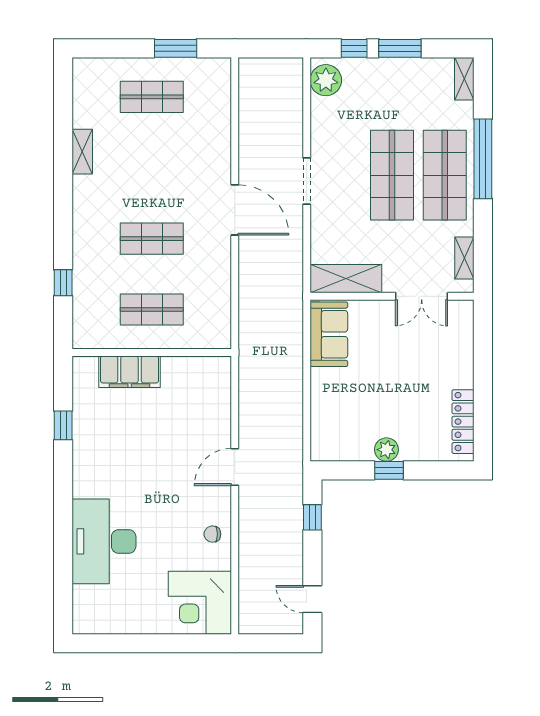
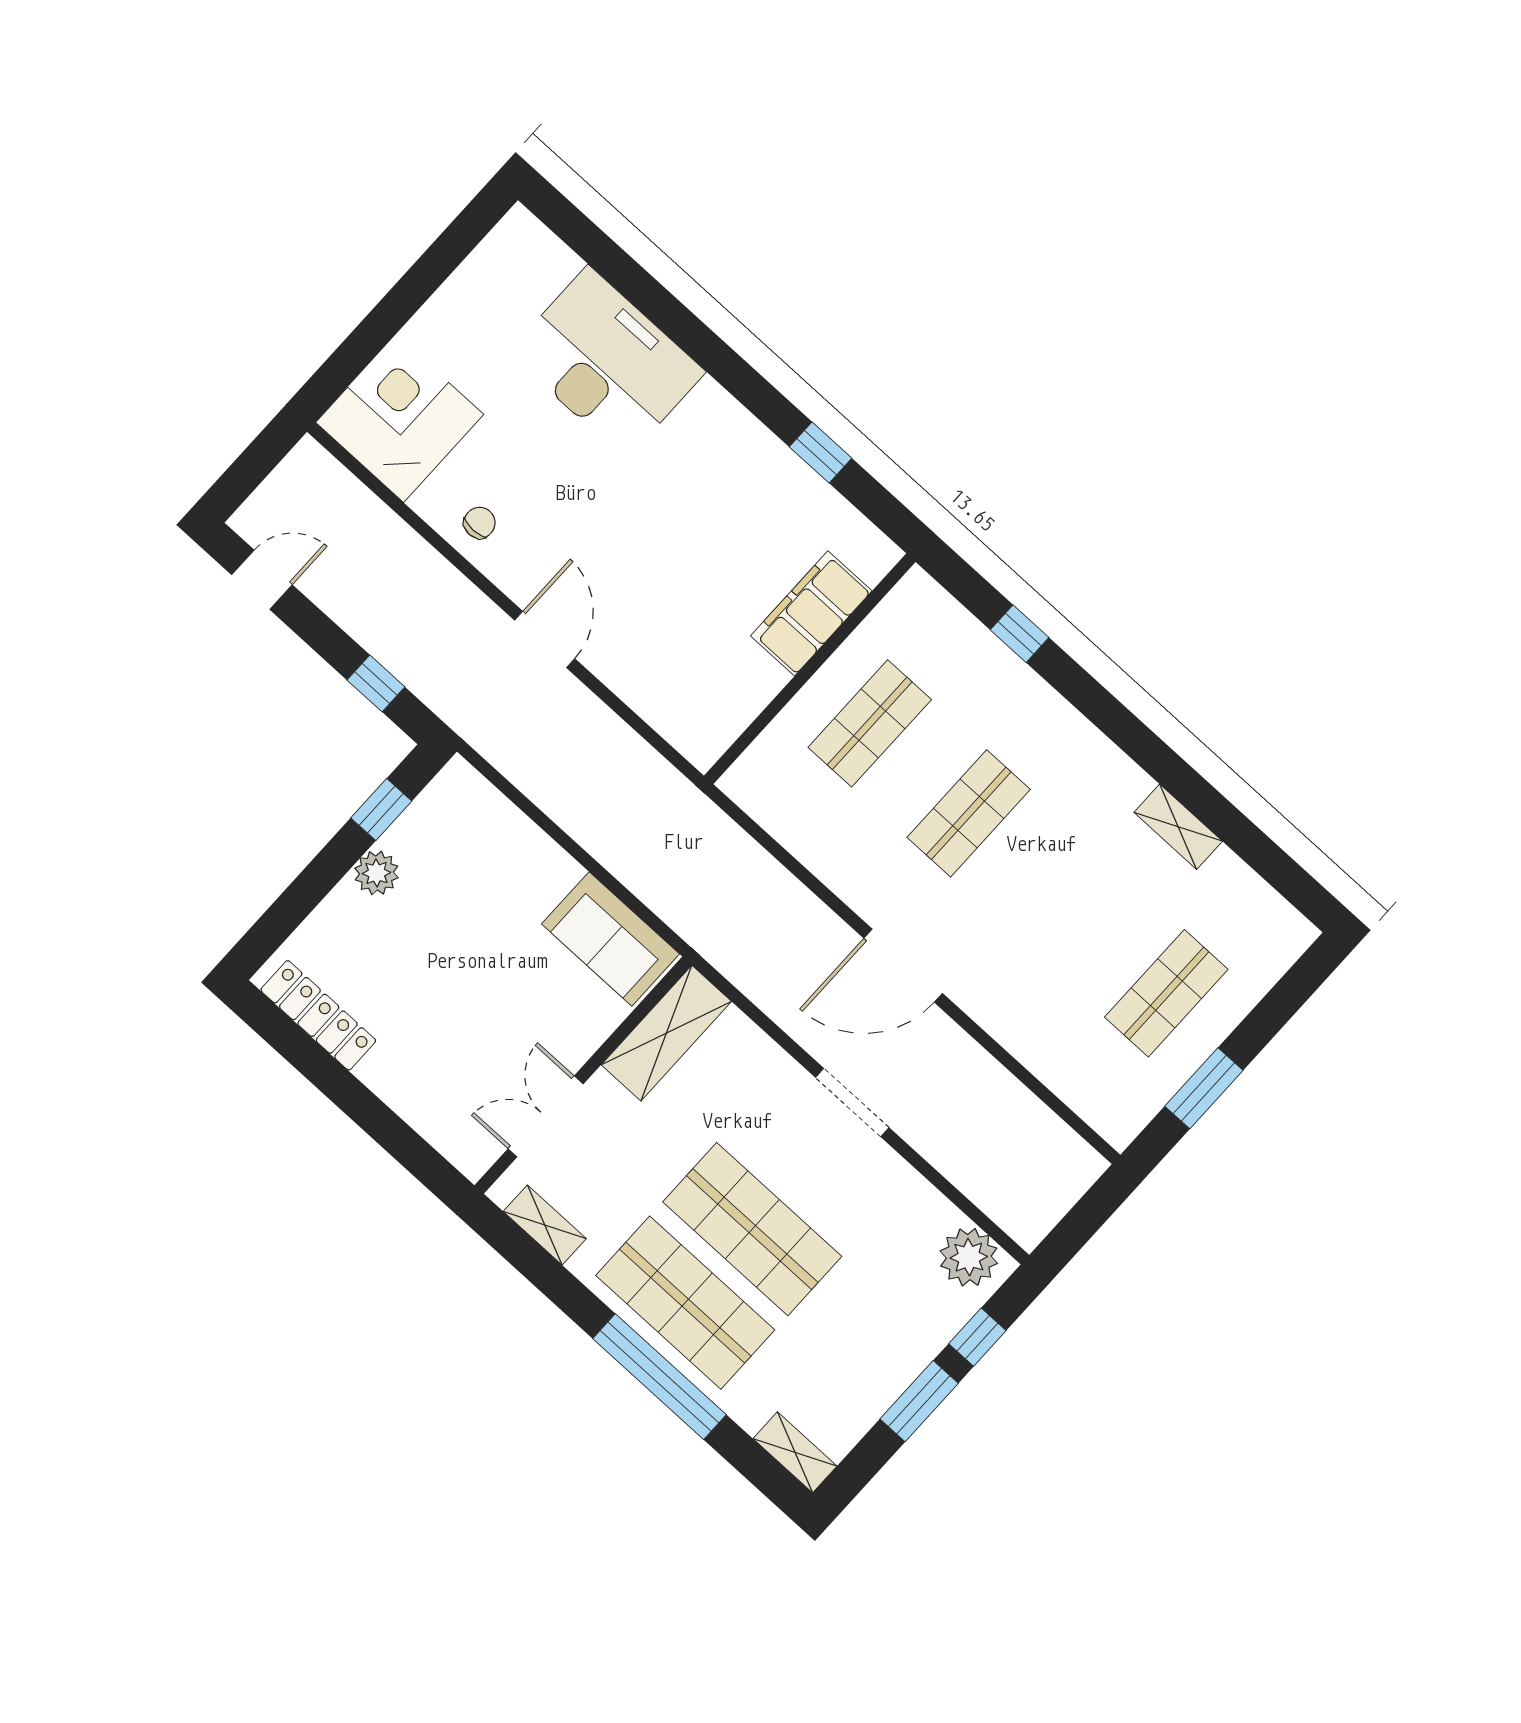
window: (389, 470) -> (381, 809), moved

